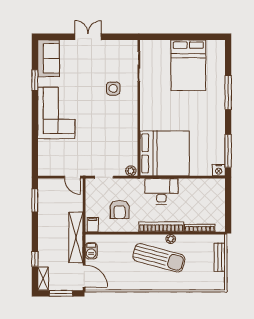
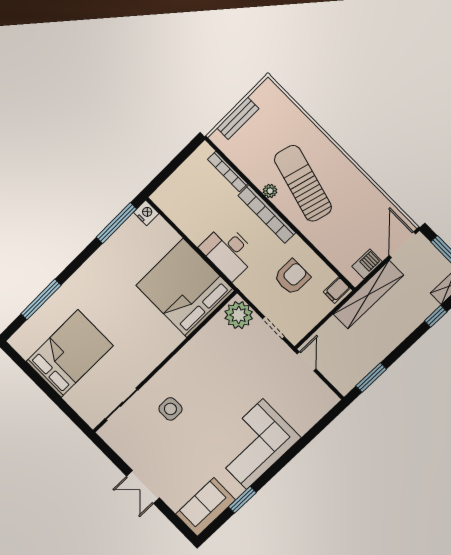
window: (228, 92) -> (41, 300), moved
plant: (131, 171) -> (239, 315), width x1.87, depth x1.87

